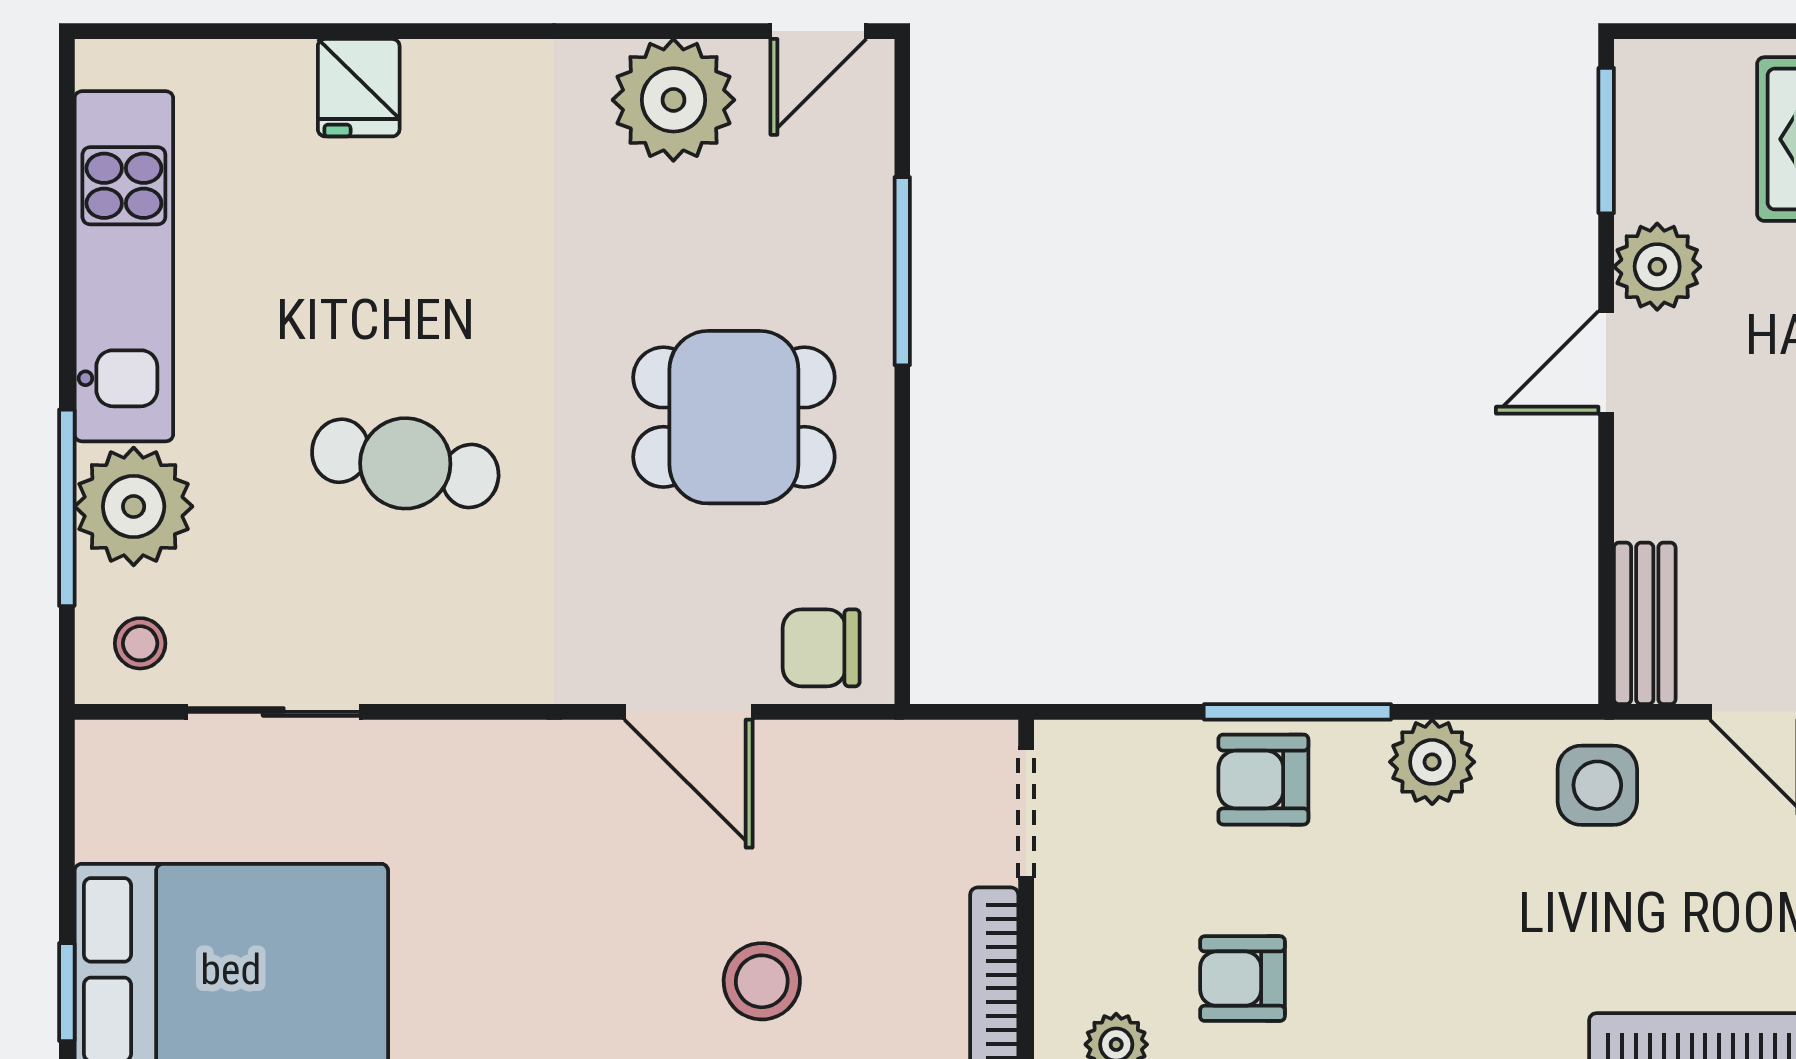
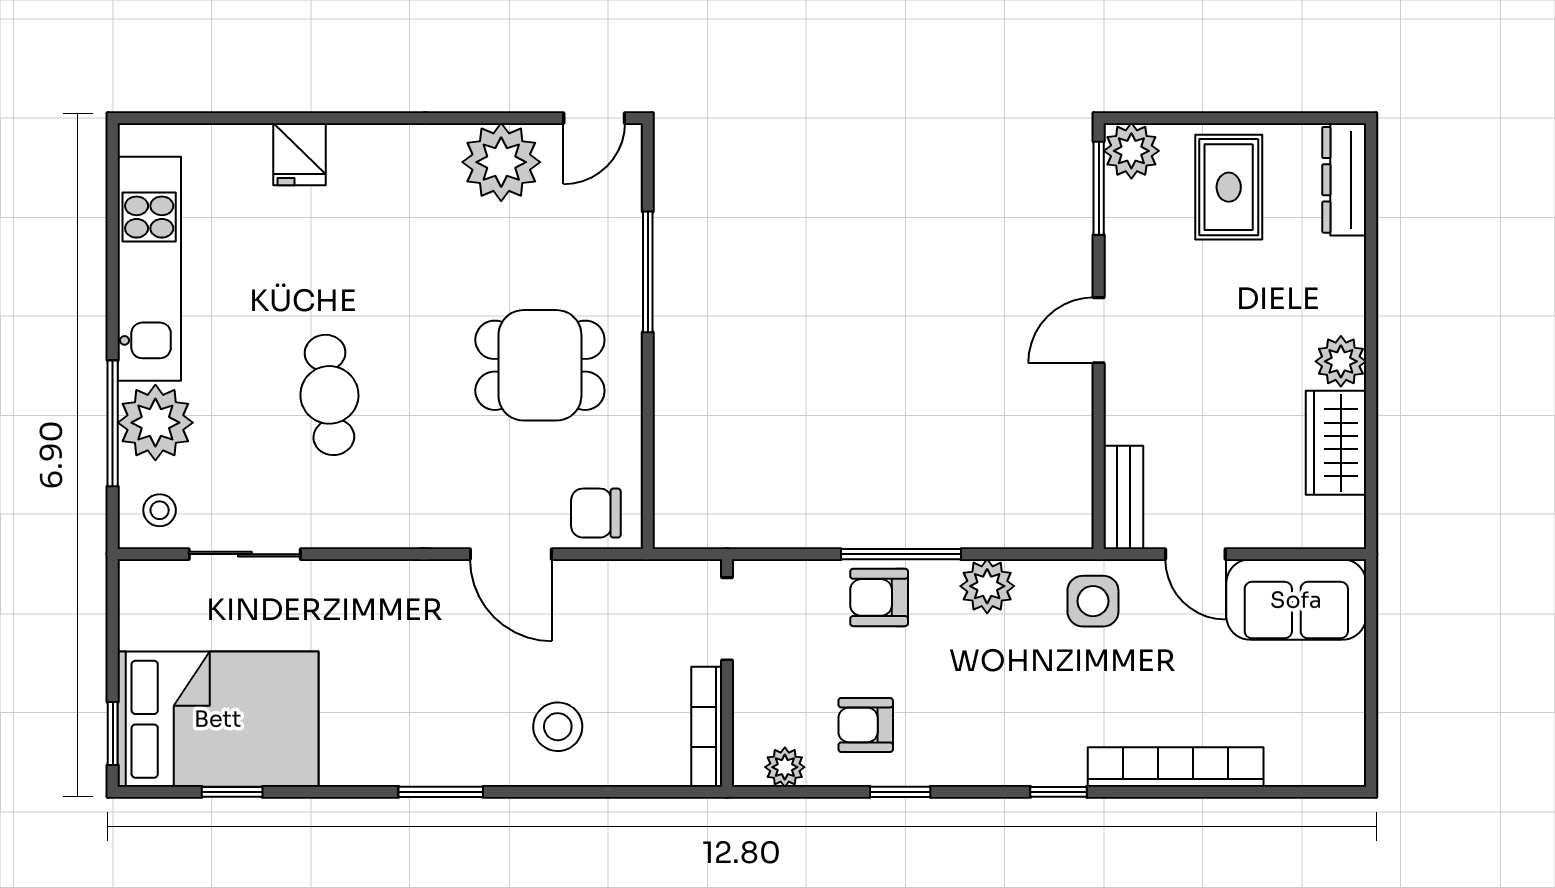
plant: (1657, 267) -> (1131, 151), moved
cafe table: (405, 463) -> (329, 395), turned 73

